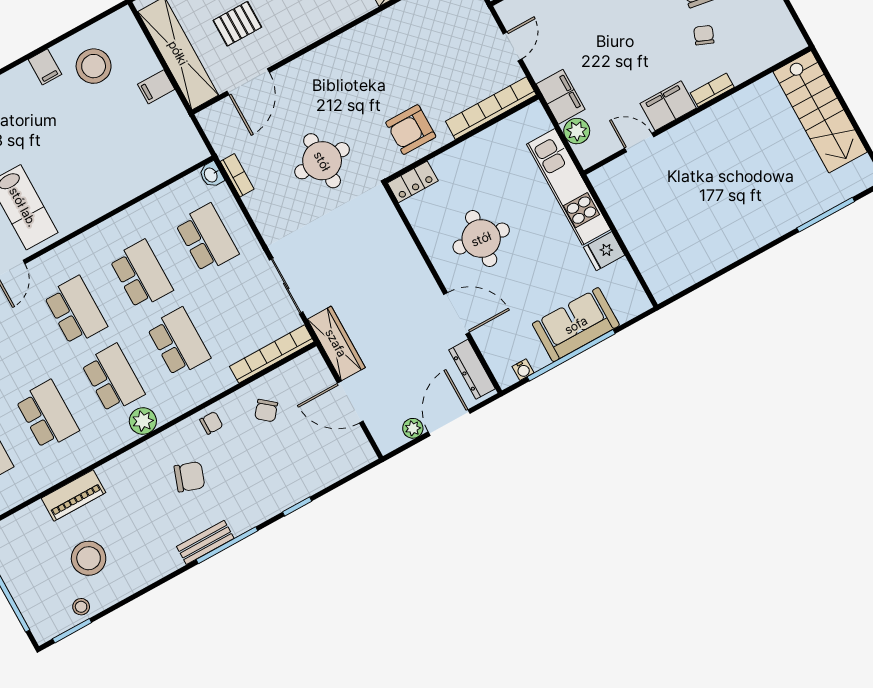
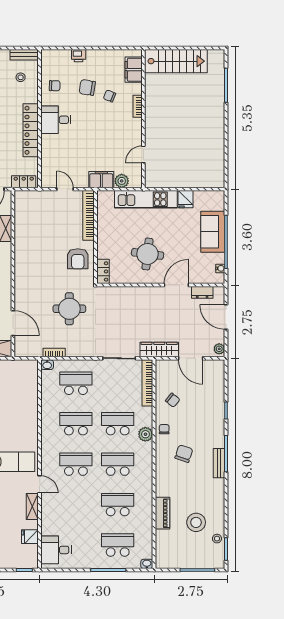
filing cabinet: (668, 106) -> (134, 70), moved
dresser: (472, 369) -> (202, 292), width x0.70
door: (350, 402) -> (191, 358), hinge flipped
plant: (143, 421) -> (145, 434), moved
plant: (413, 428) -> (219, 349), moved

